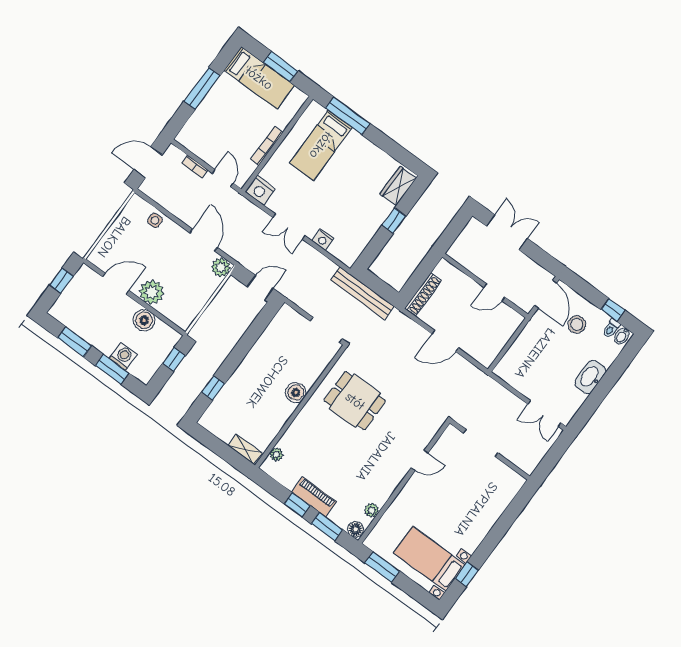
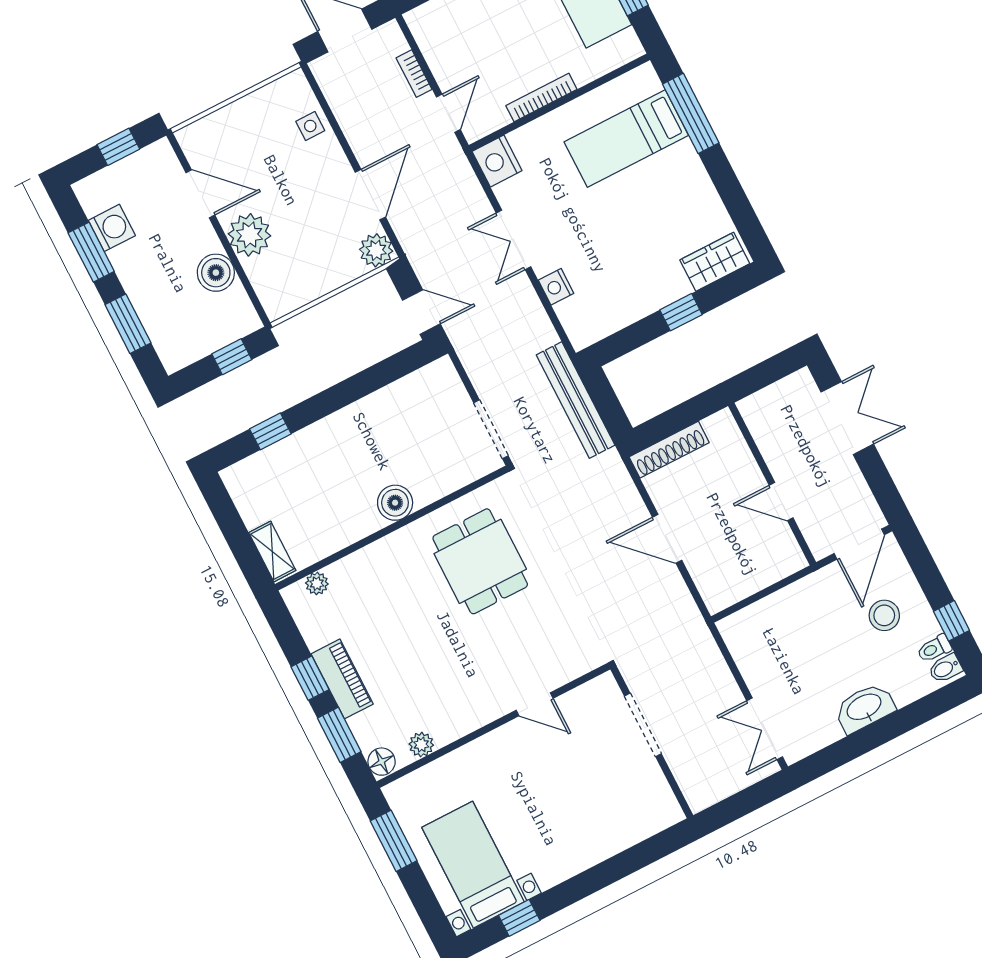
washing machine: (123, 356) -> (112, 228), moved

